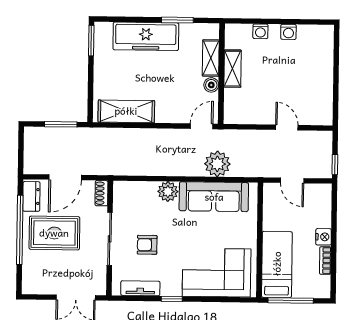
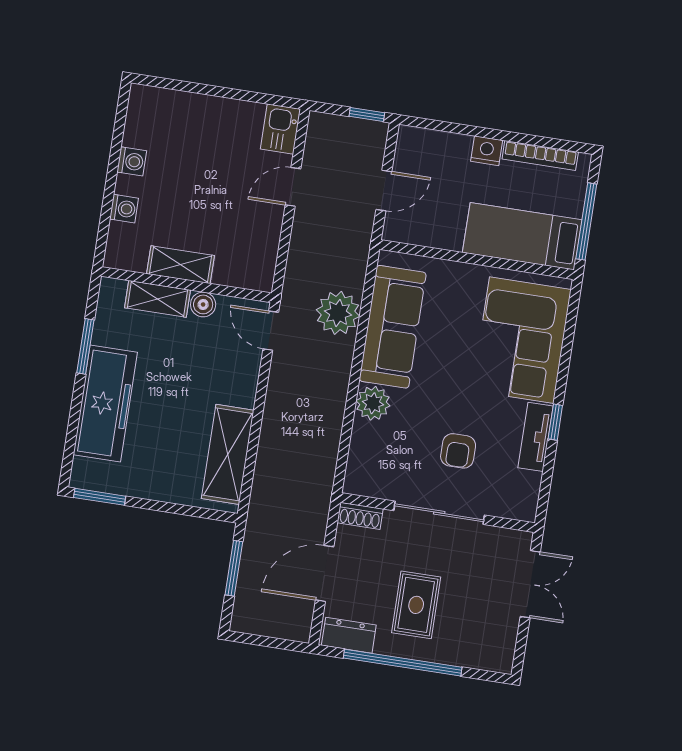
kitchen sink: (319, 116) -> (280, 129), added
door: (65, 177) -> (325, 573), swing flipped
rug: (54, 233) -> (416, 605), width x0.73, depth x0.70
bookcase: (325, 260) -> (540, 156), width x1.56
tv unit: (140, 288) -> (536, 437), moved

